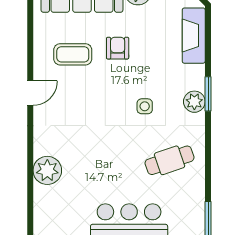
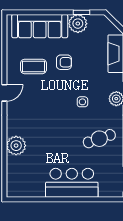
armchair: (118, 48) -> (64, 62), turned 90

